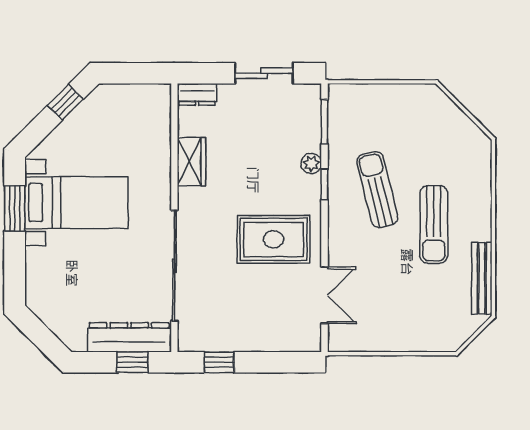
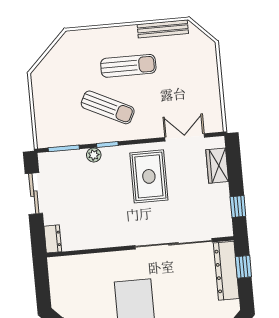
wardrobe: (191, 162) -> (217, 166), moved, turned -90
sun lounger: (377, 190) -> (108, 107), turned -140

